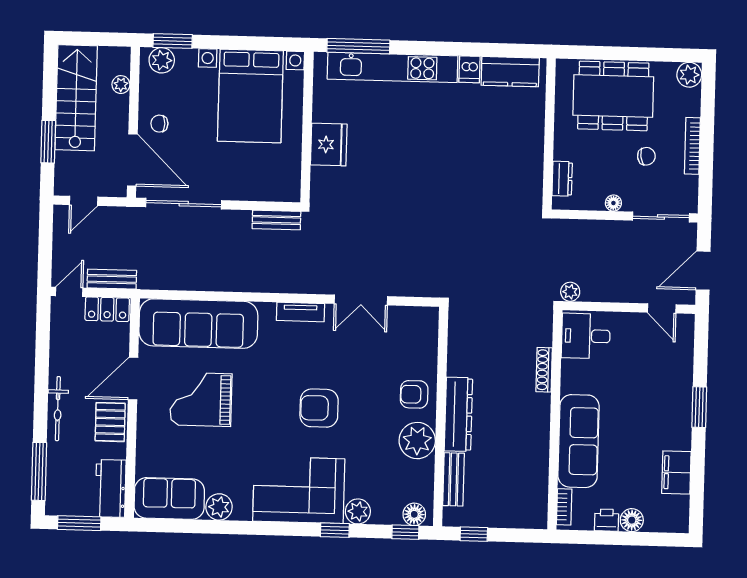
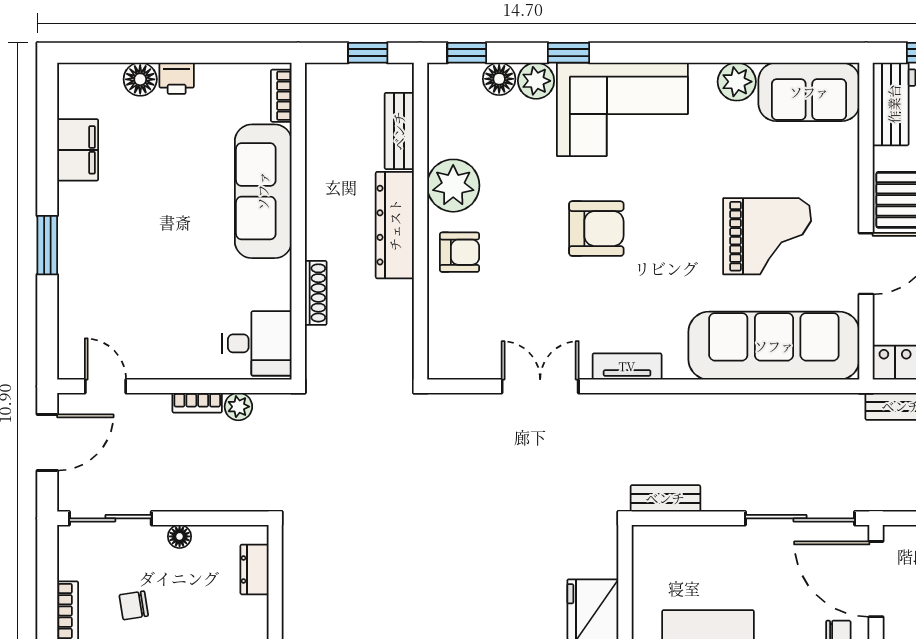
bookcase: (599, 295) -> (197, 403), added
desk: (586, 336) -> (257, 343), moved
shoe rack: (544, 370) -> (316, 293), moved
wall: (555, 420) -> (298, 221), moved
sofa: (579, 441) -> (263, 191), moved
bookcase: (564, 507) -> (281, 96), moved
floor lamp: (414, 514) -> (499, 79), moved

